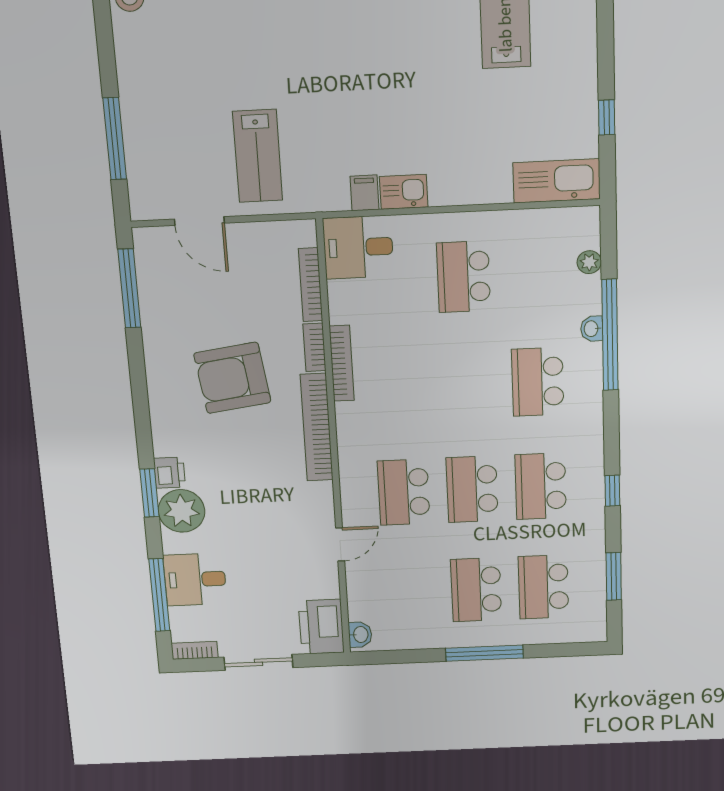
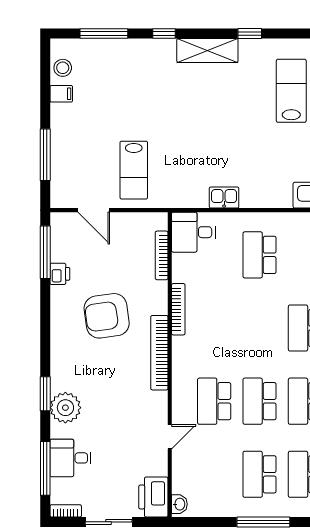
filing cabinet: (365, 193) -> (61, 94), moved, turned 90
bookcase: (314, 347) -> (161, 298), removed
printer: (169, 473) -> (60, 274), moved

